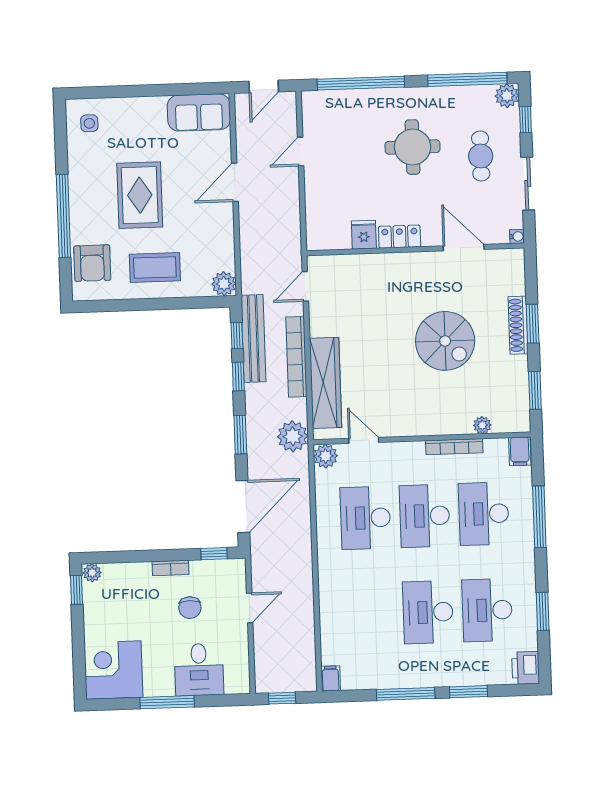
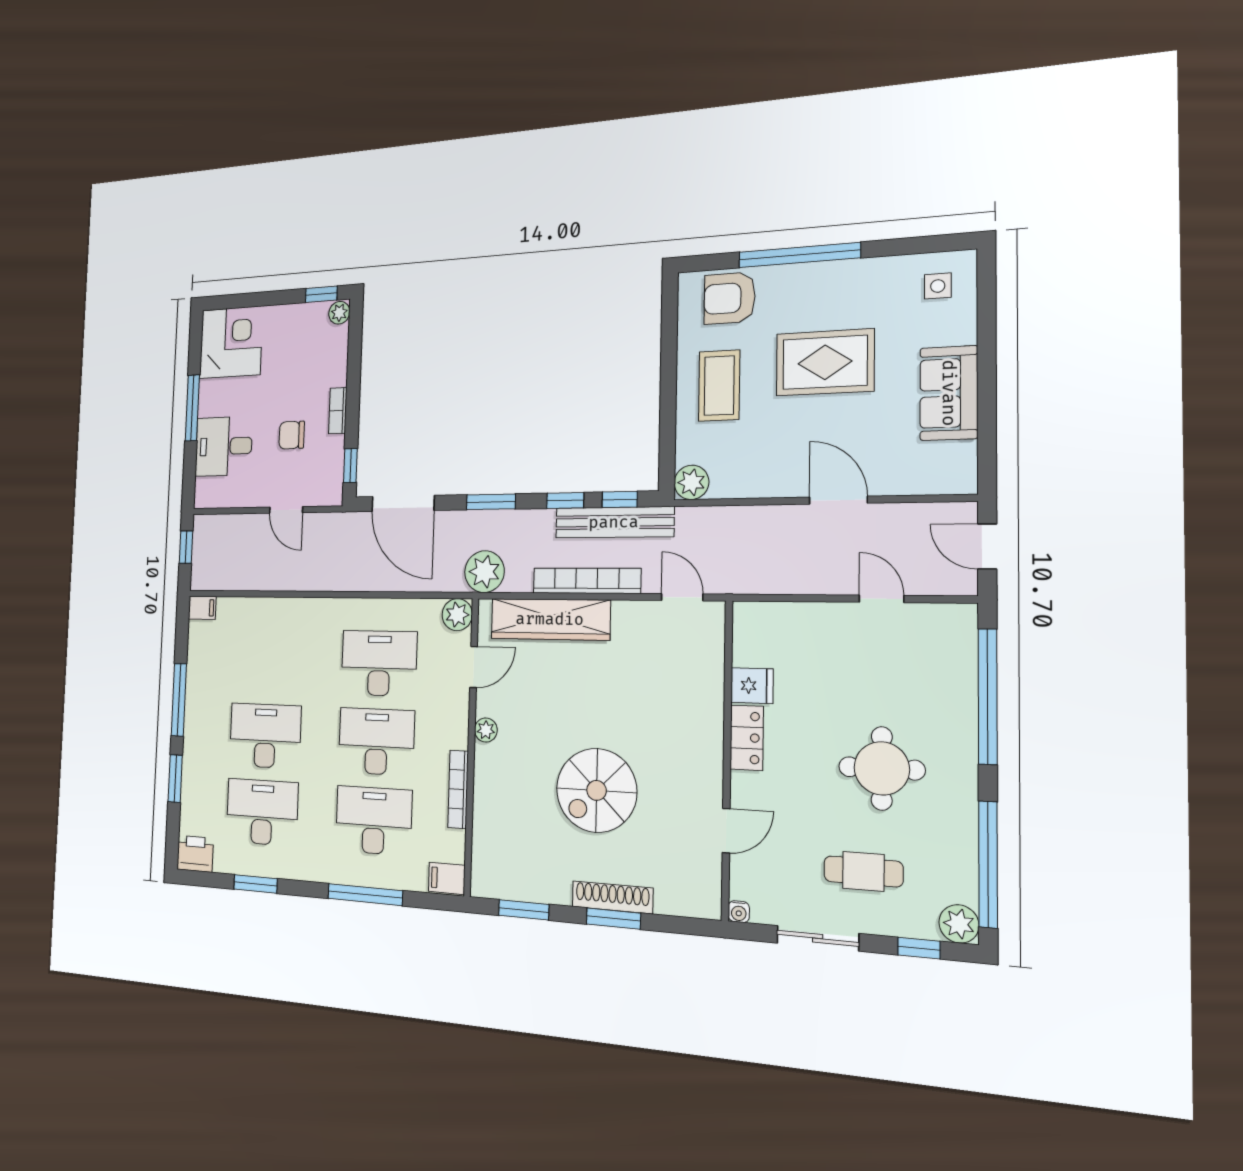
sofa: (199, 112) -> (949, 393), moved
door: (464, 248) -> (726, 831), width x0.73
plant: (482, 425) -> (486, 730), moved

